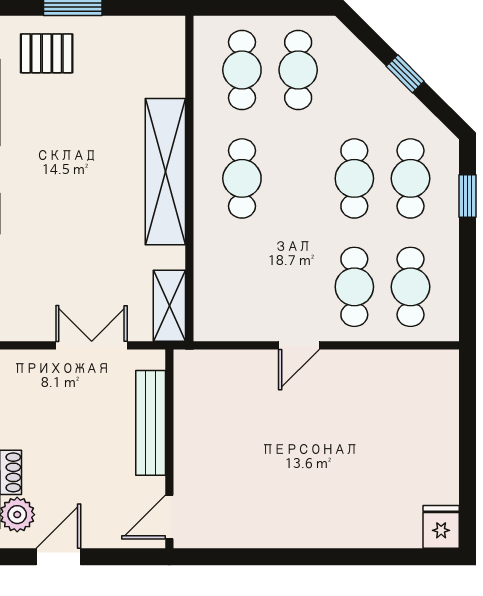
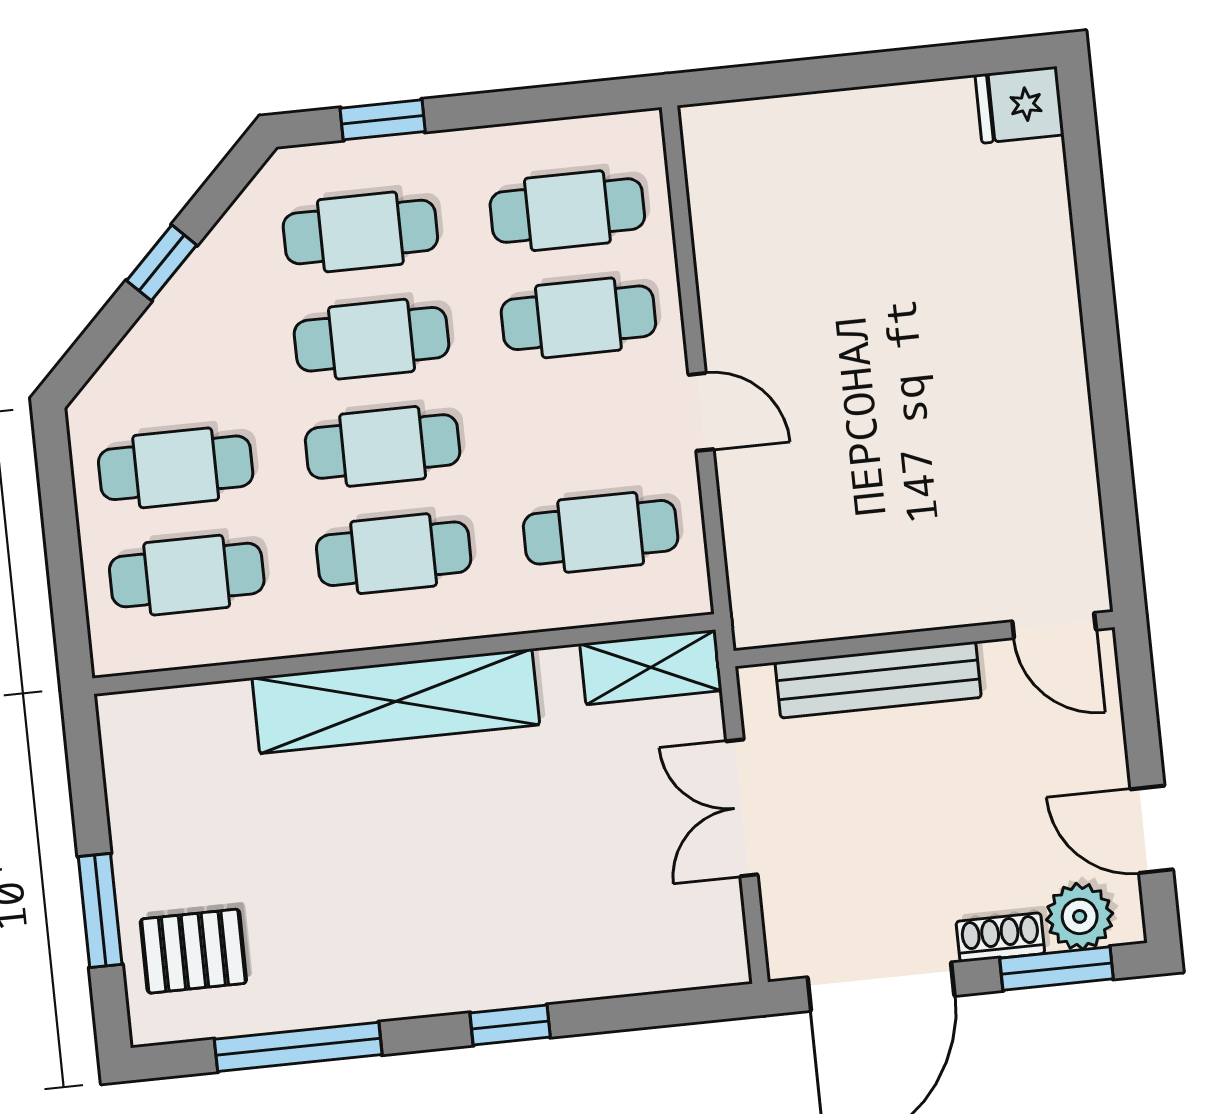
pallet: (47, 53) -> (193, 951), turned 90
cafe table: (298, 178) -> (383, 446), added
cafe table: (242, 287) -> (601, 532), added

